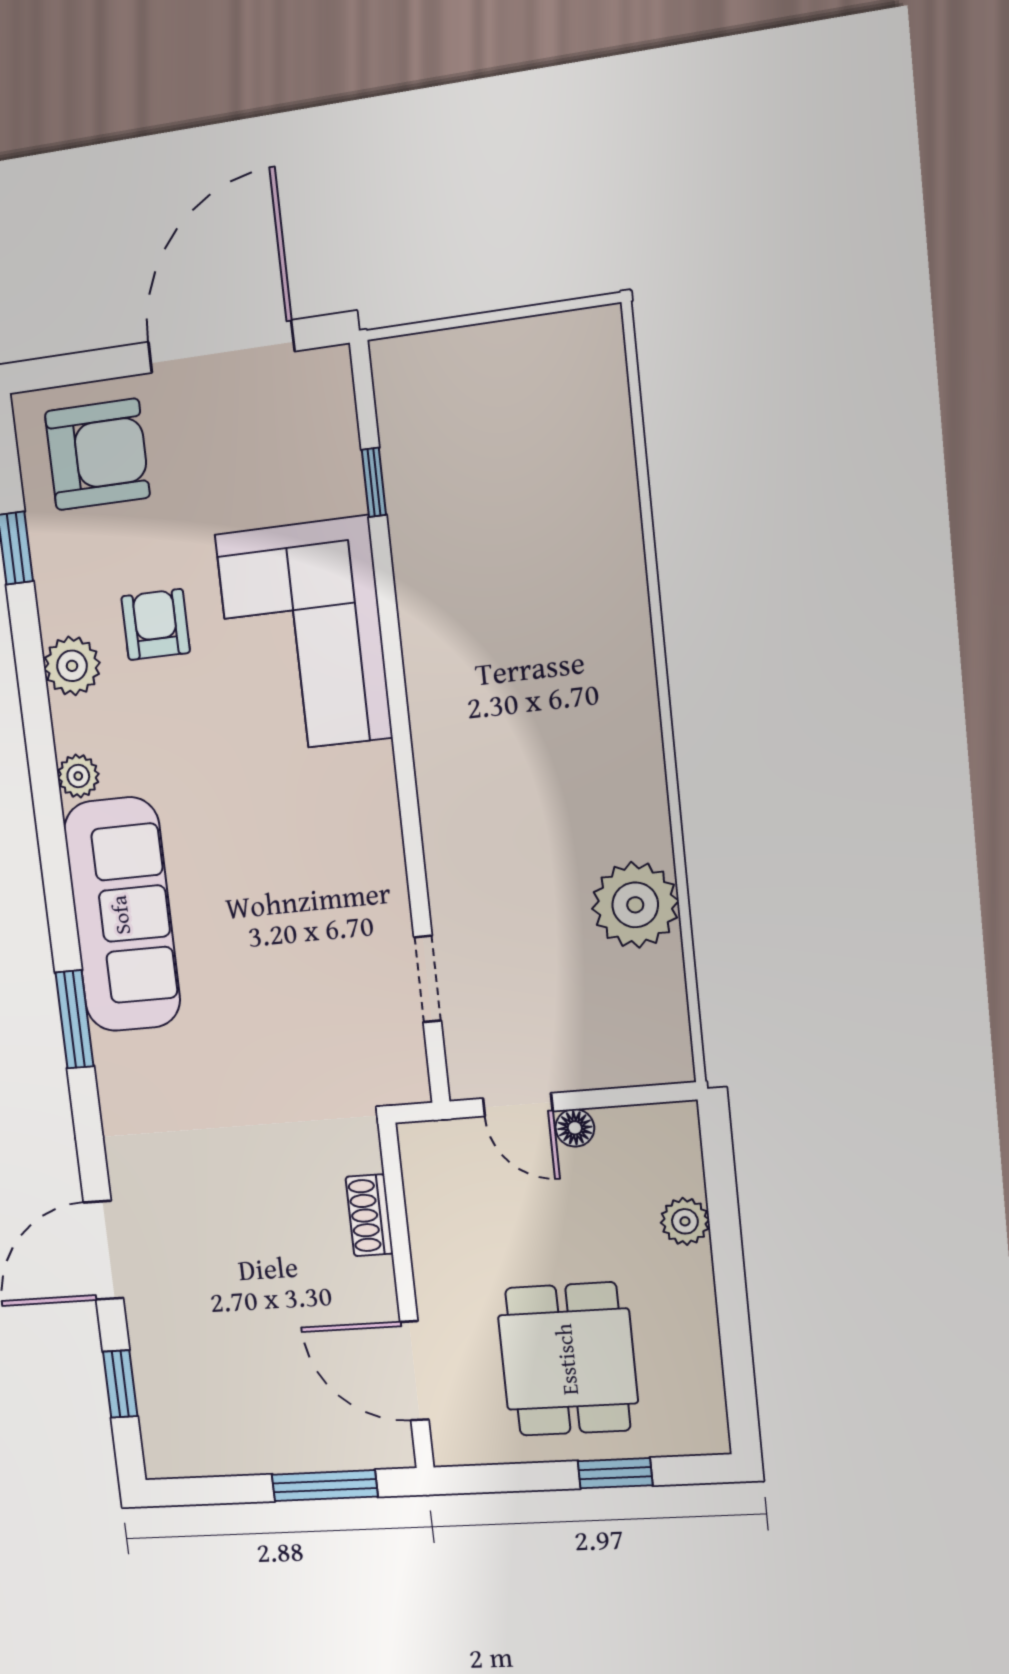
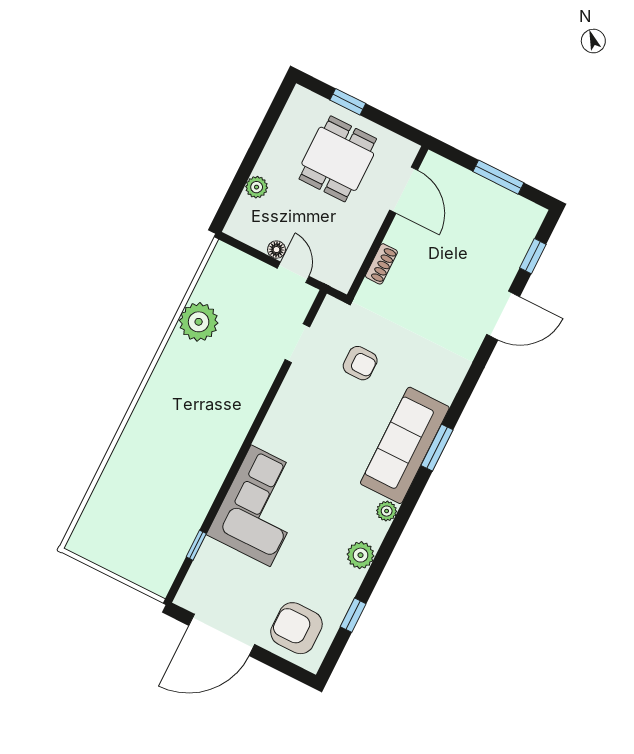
armchair: (156, 625) -> (360, 363), moved, turned -90
window: (75, 1019) -> (437, 448), moved
window: (325, 1486) -> (498, 177), moved

